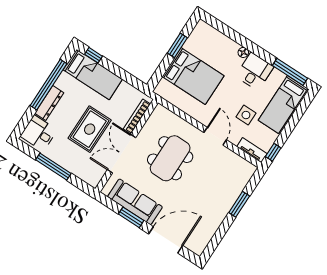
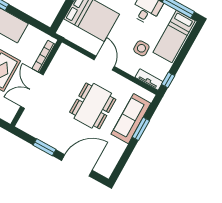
door: (215, 136) -> (104, 63), moved
dining table: (170, 158) -> (93, 106), moved
sofa: (135, 202) -> (131, 119), moved, turned -90

